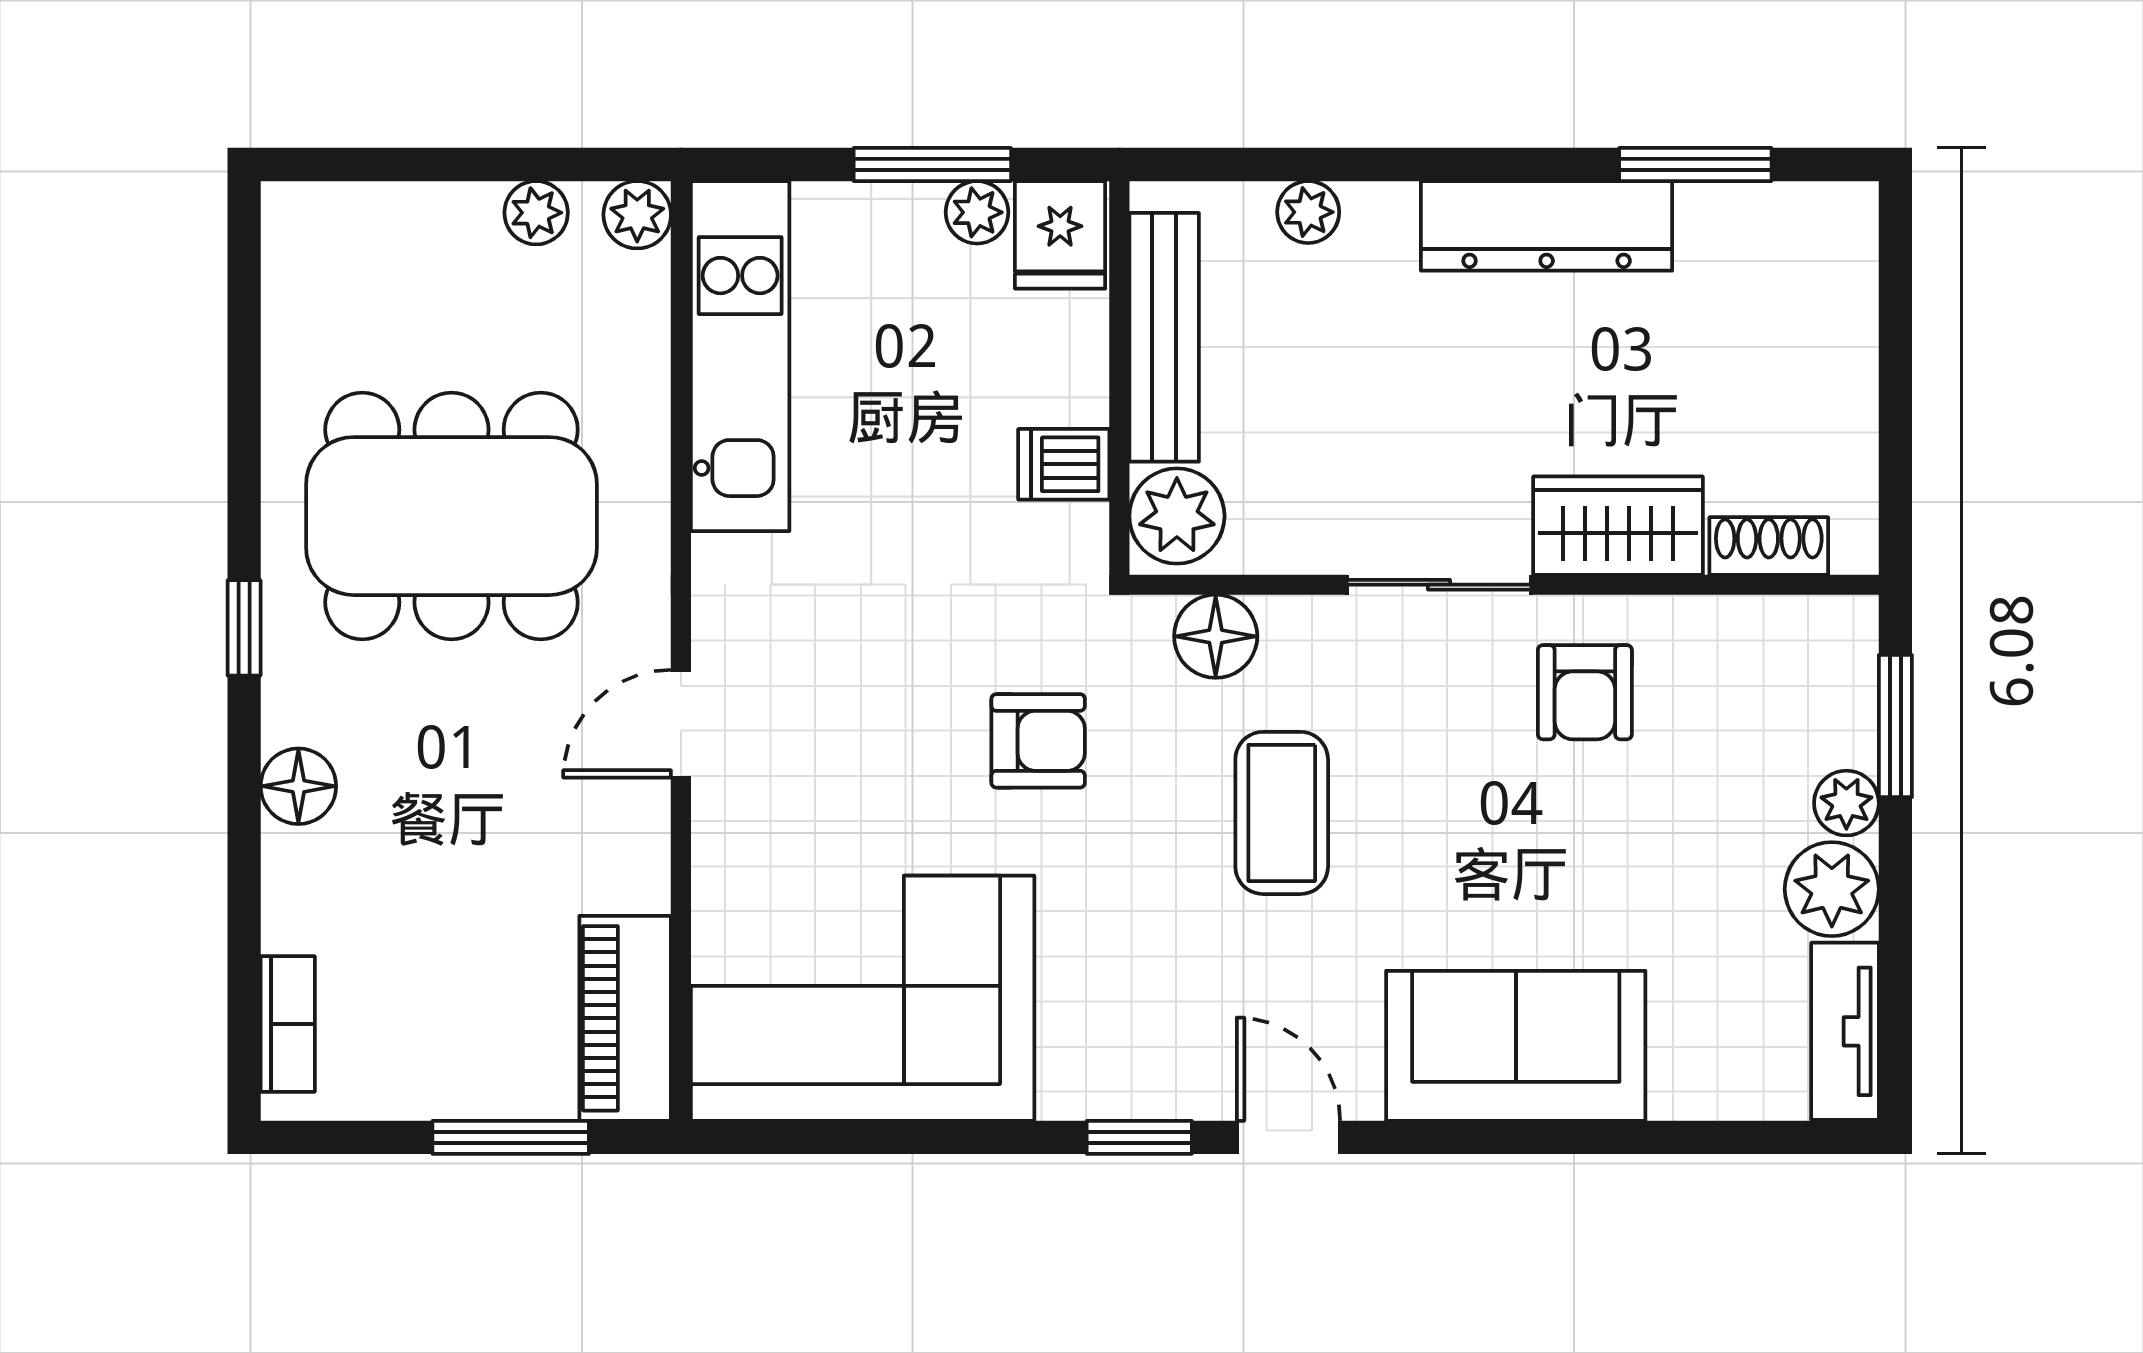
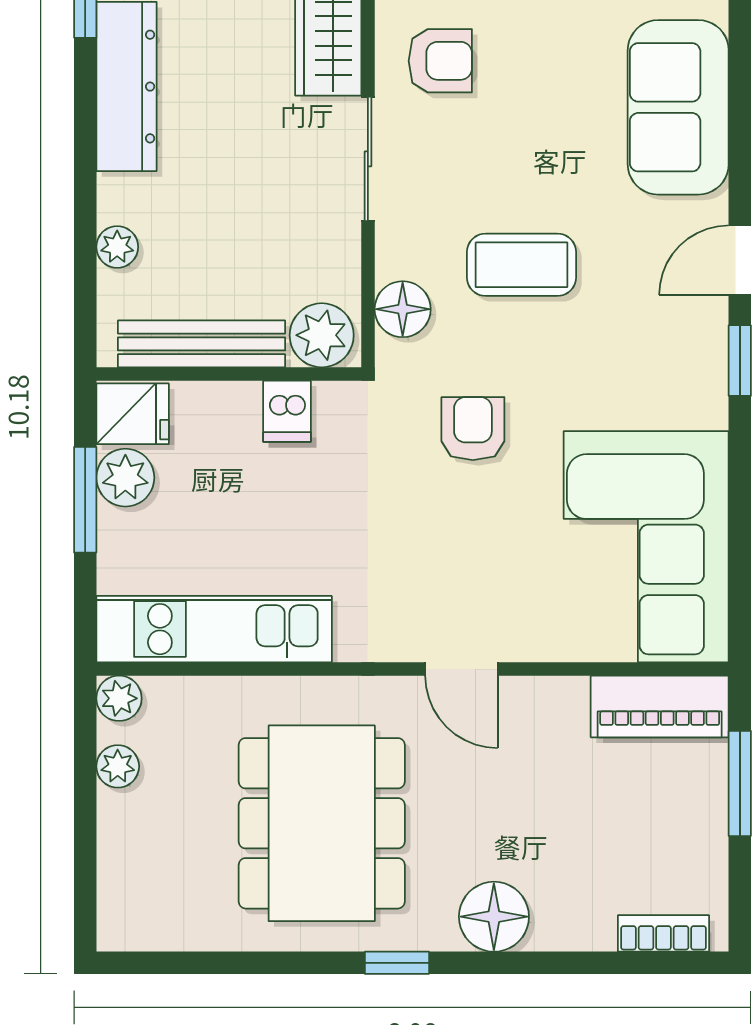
plant: (977, 212) -> (125, 478), width x1.38, depth x1.38
floor lamp: (298, 786) -> (494, 917), width x1.38, depth x1.38

